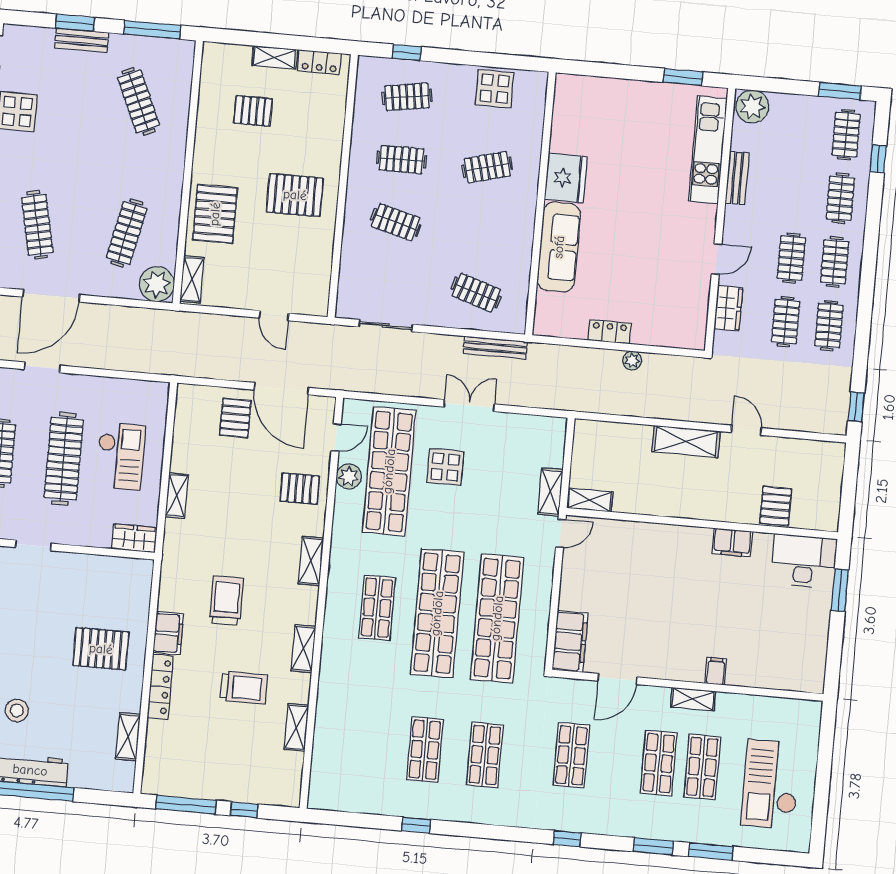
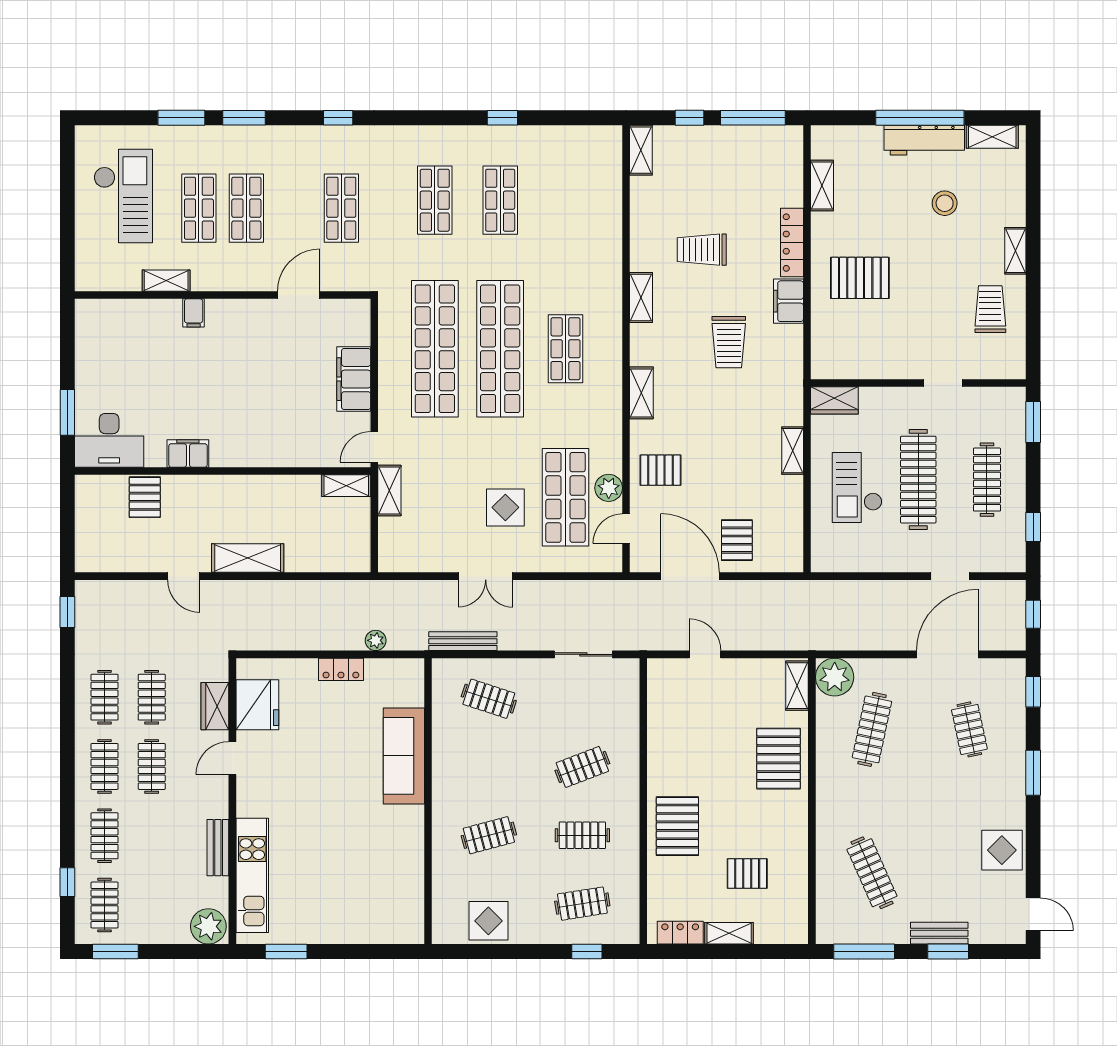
fridge: (566, 178) -> (257, 705), moved, turned 180
pallet: (295, 195) -> (677, 826), moved, turned 90
clothes rail: (396, 222) -> (582, 767), turned -36
clothes rail: (37, 225) -> (969, 729), width x0.73
plant: (632, 360) -> (376, 640), moved
shop shelf: (389, 471) -> (565, 497), width x0.71
filing cabinet: (570, 641) -> (354, 379), moved
shelving: (693, 699) -> (166, 281), moved
shelving: (296, 727) -> (641, 150), moved

